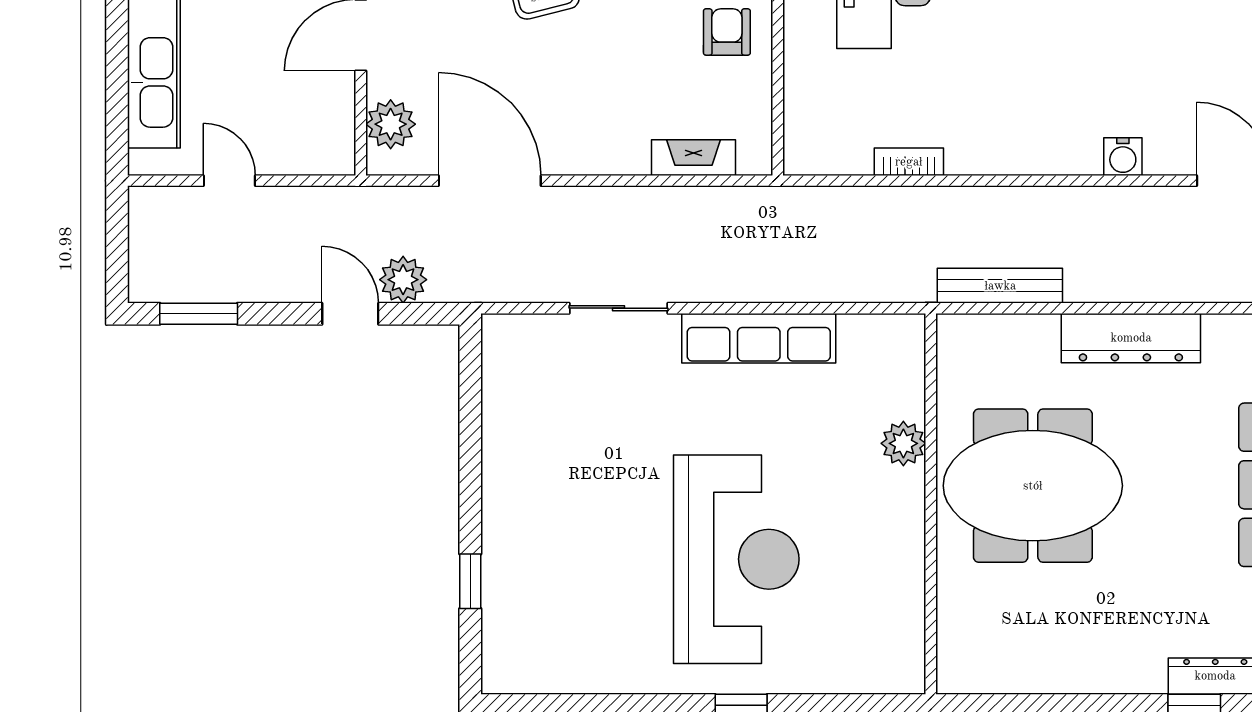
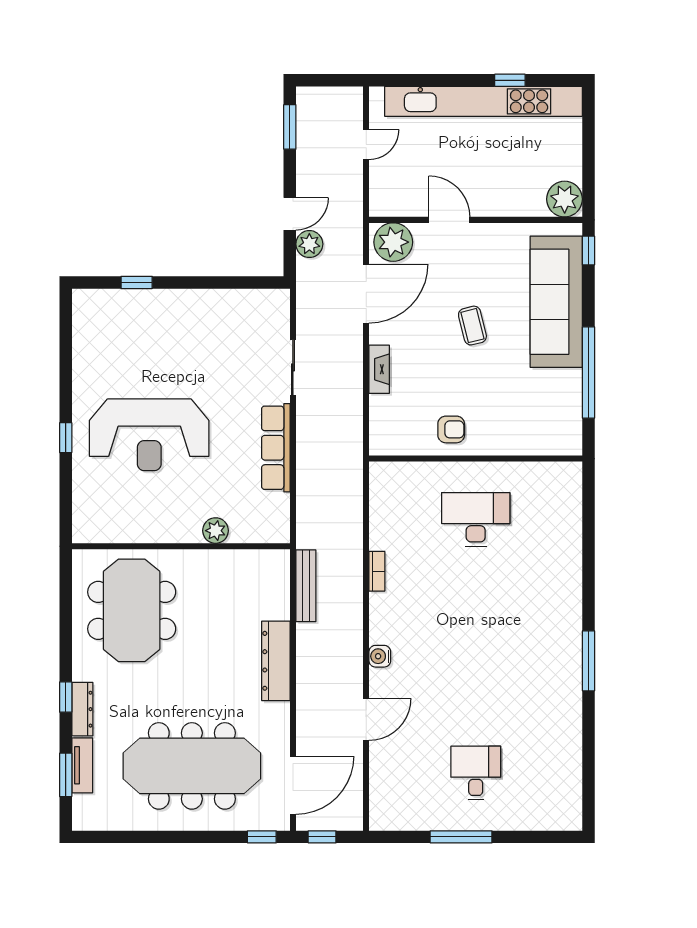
plant: (391, 124) -> (393, 242), width x1.36, depth x1.36
fireplace: (693, 158) -> (379, 369), moved
bookcase: (909, 162) -> (377, 571), moved
meeting table: (1033, 486) -> (132, 610), moved

